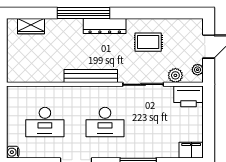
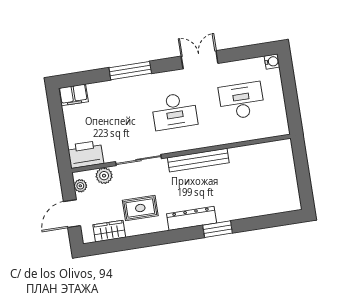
window: (83, 13) -> (218, 229), width x0.47
wardrobe: (31, 26) -> (109, 231), moved
desk: (105, 122) -> (174, 111), turned 180

